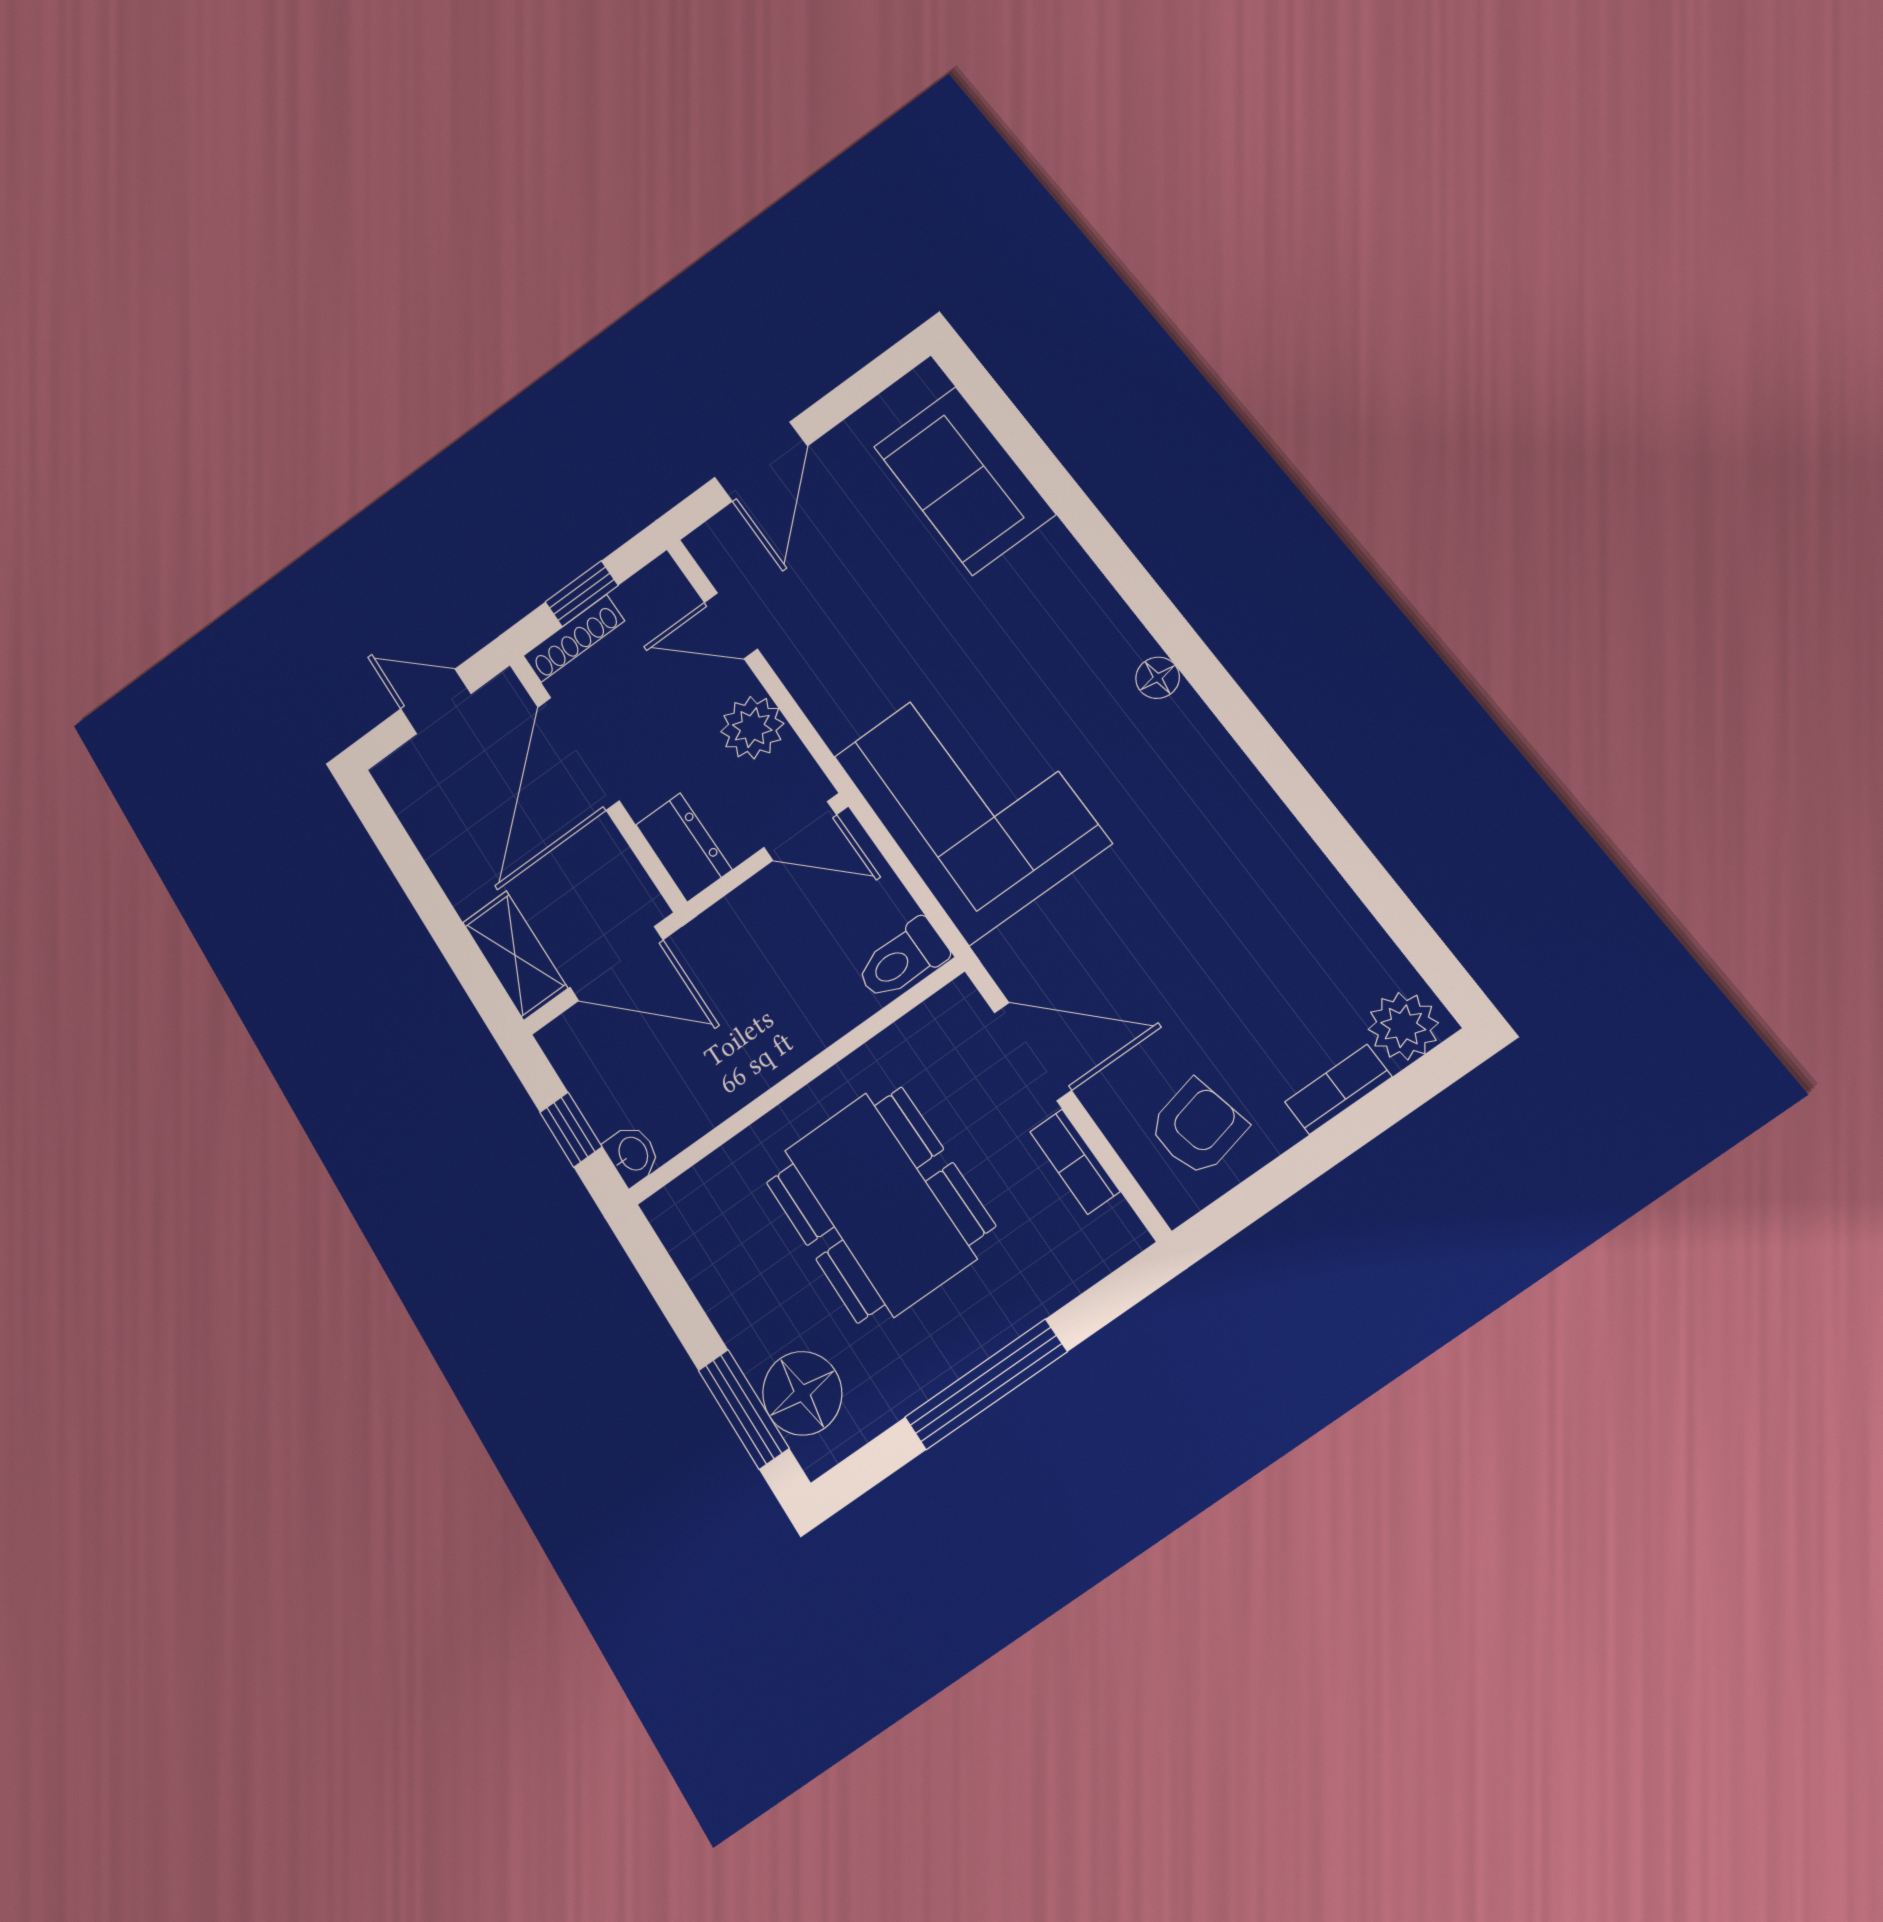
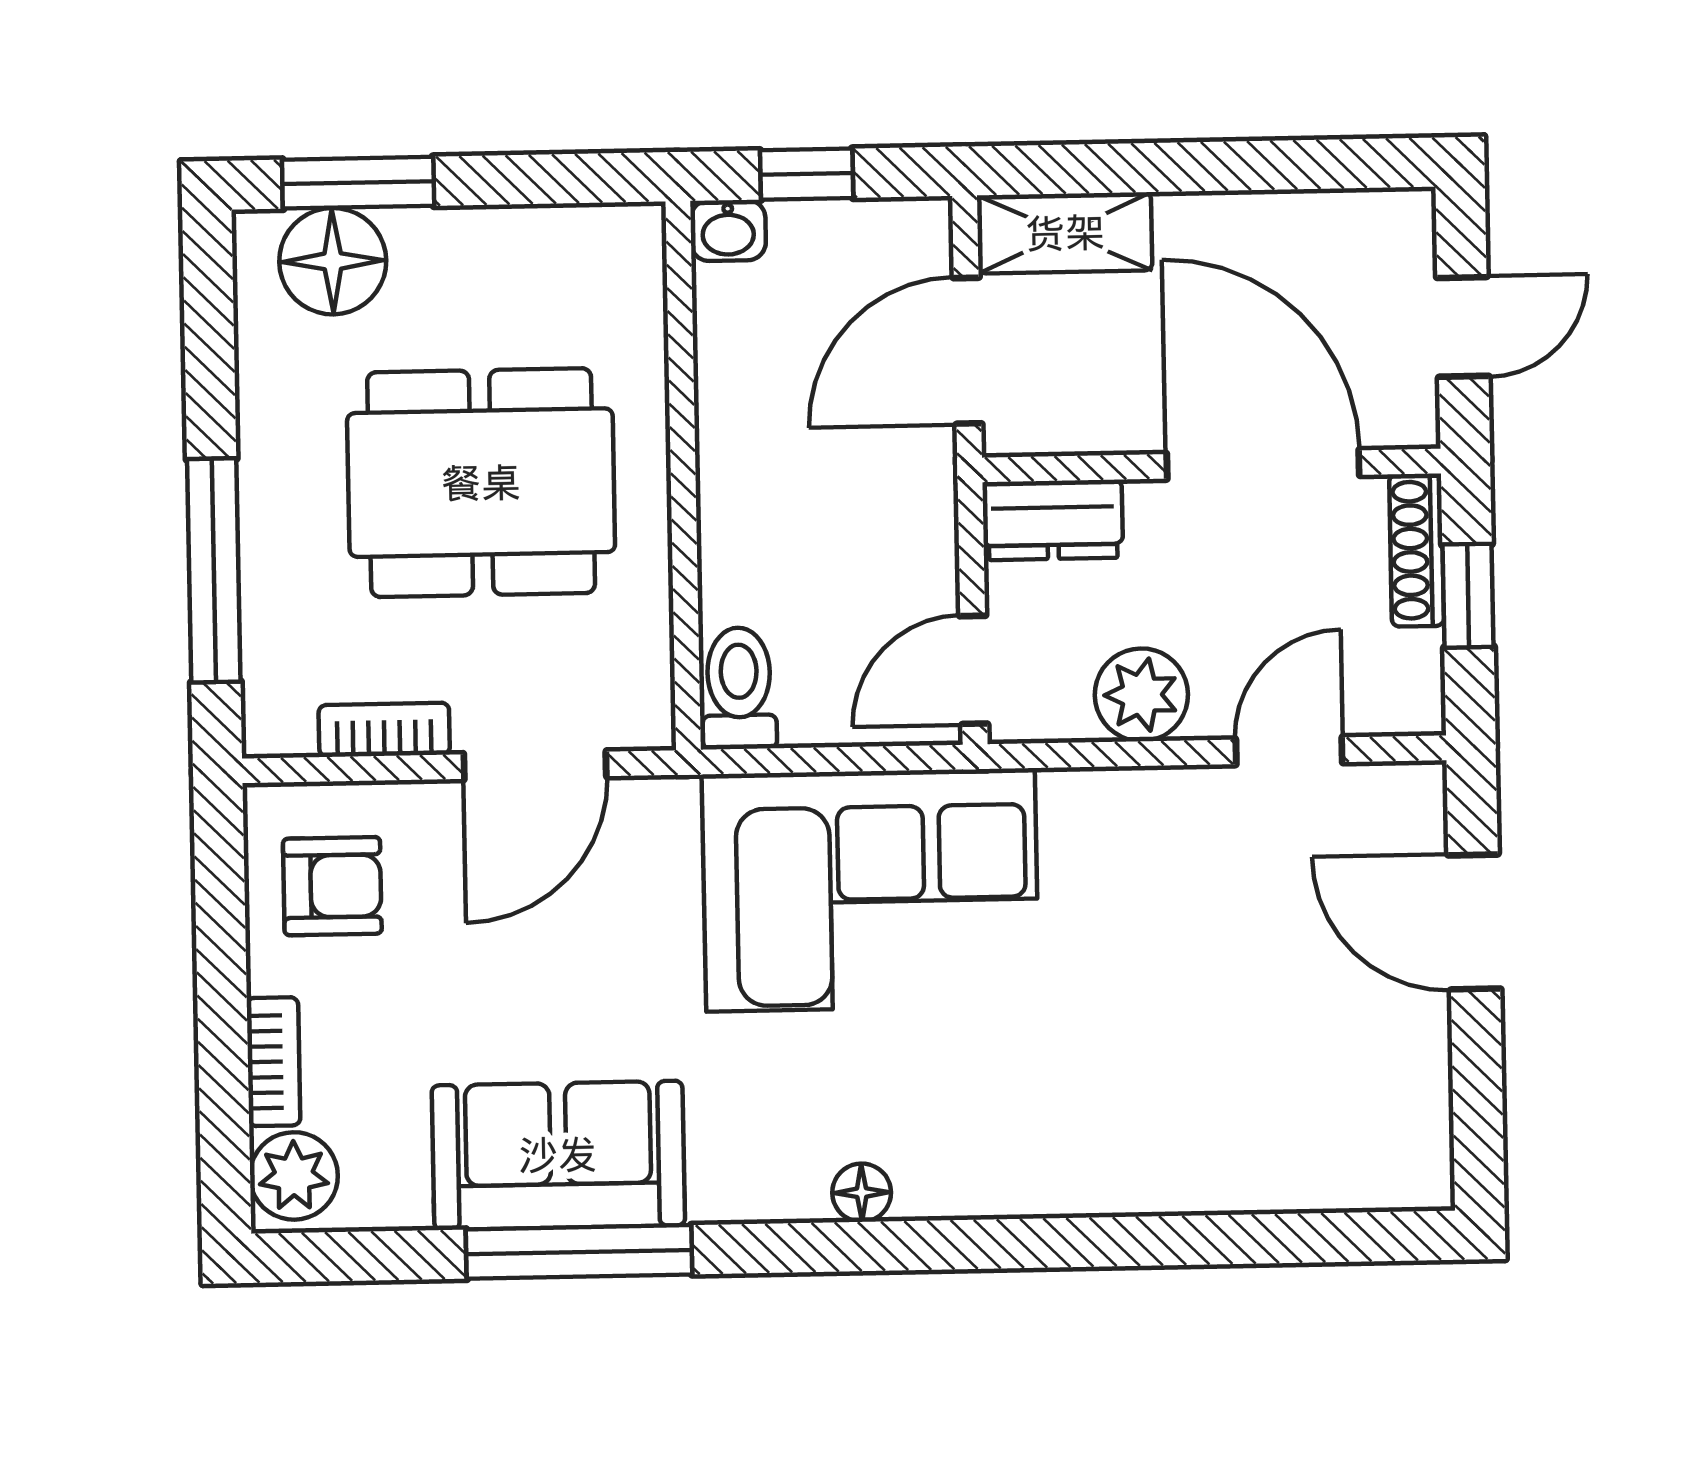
sofa: (964, 480) -> (558, 1155), moved
window: (1319, 817) -> (579, 1252), added
armchair: (1197, 1128) -> (332, 886), turned -77
window: (986, 1384) -> (214, 570), moved

